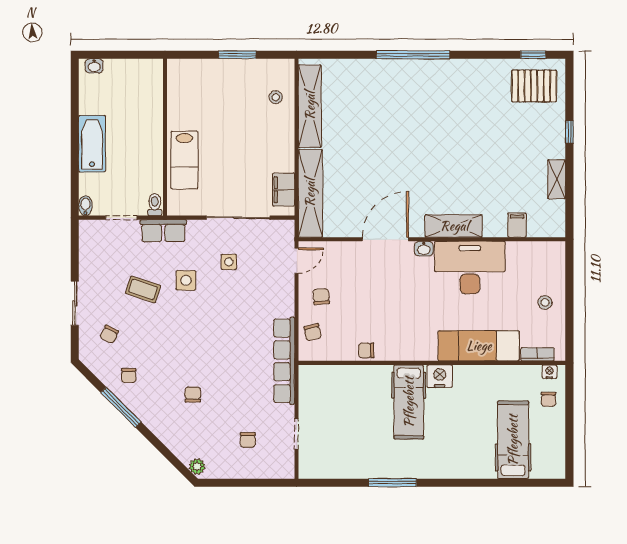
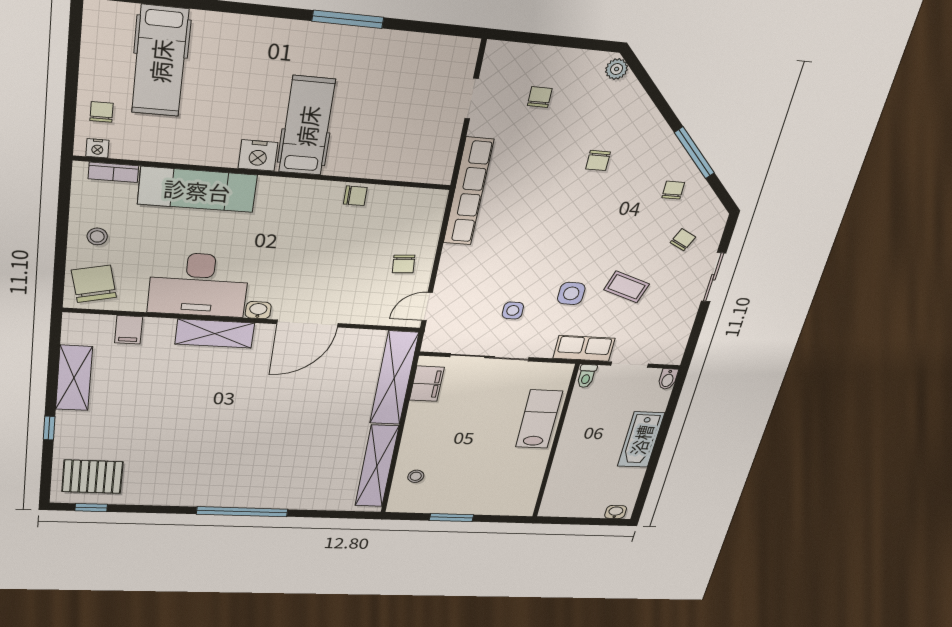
shelving: (557, 179) -> (74, 378), width x1.50, depth x1.33
chair: (313, 332) -> (94, 284), moved, width x1.87, depth x1.87

